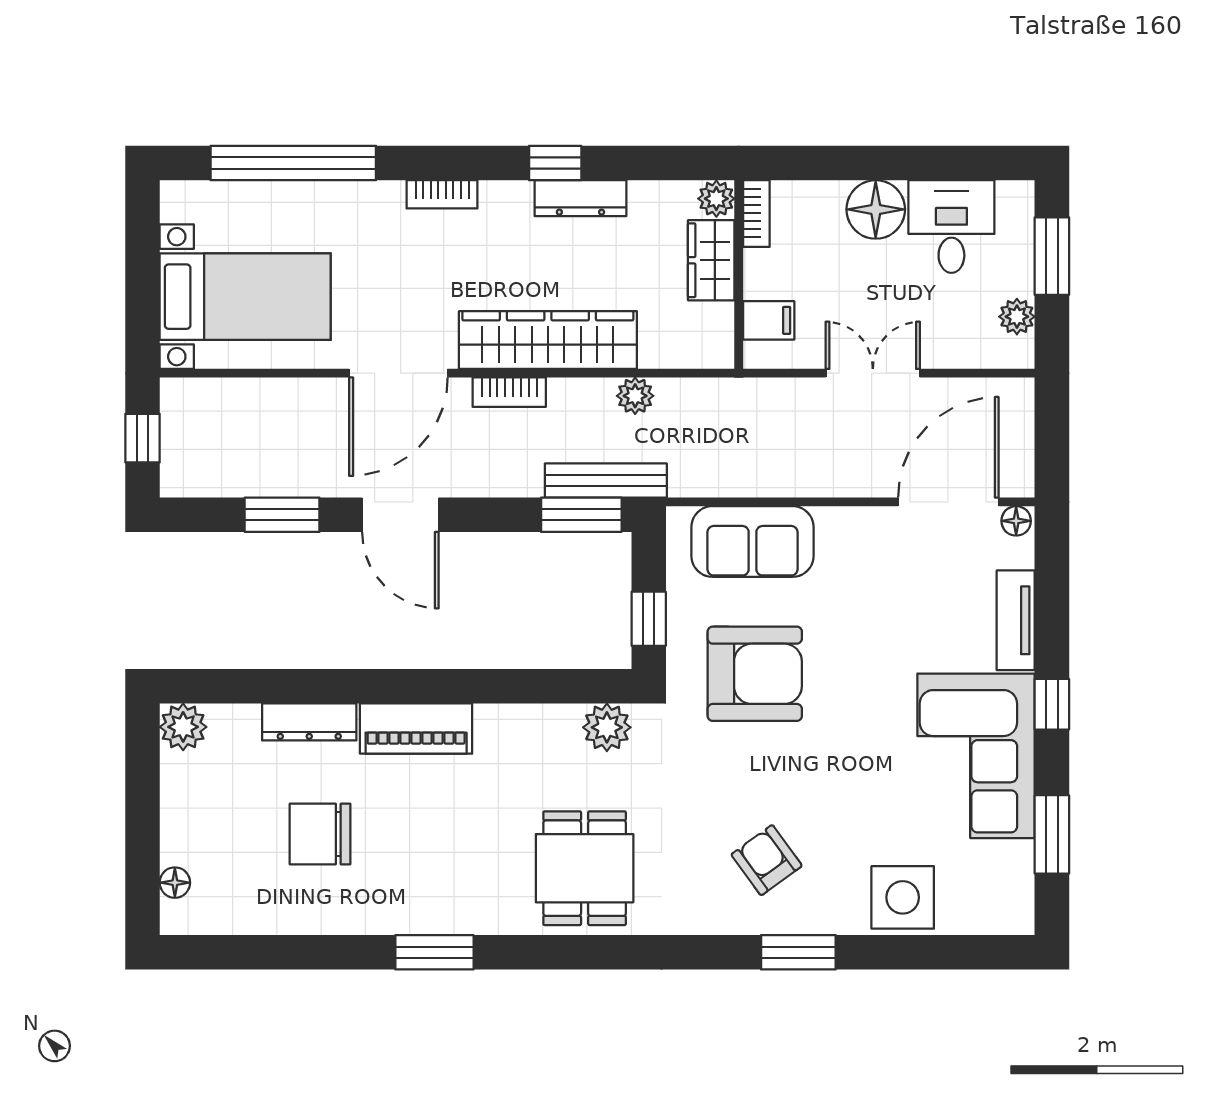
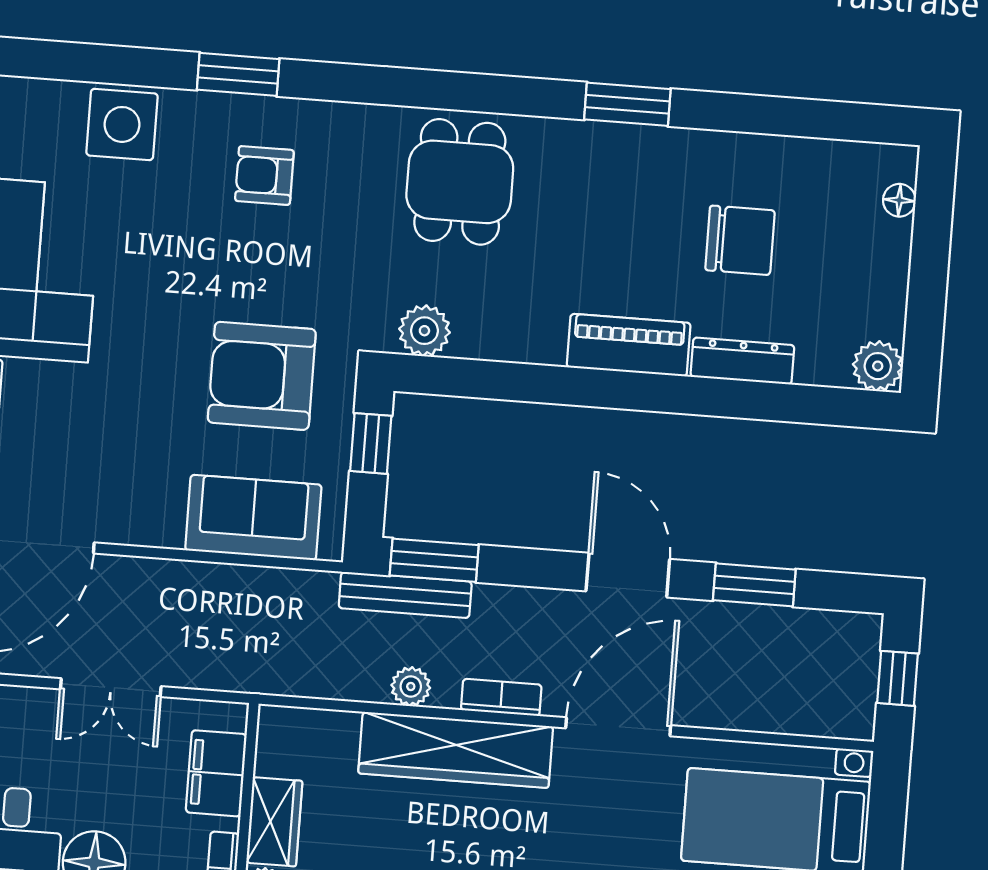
filing cabinet: (769, 320) -> (216, 773), width x2.00
plant: (635, 396) -> (411, 686), moved
armchair: (767, 860) -> (264, 175), turned 126

